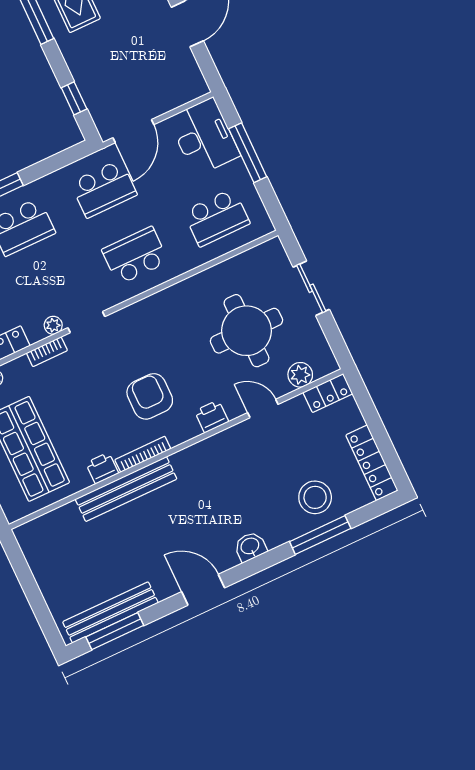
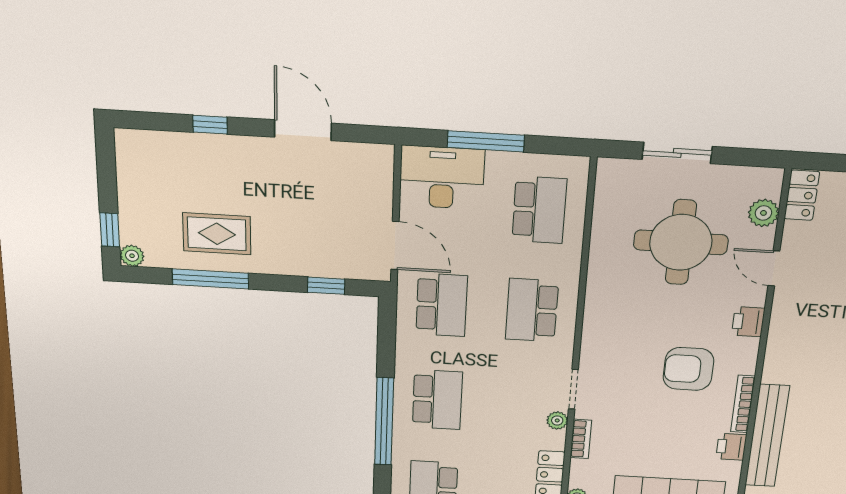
door: (263, 408) -> (774, 268), hinge flipped

